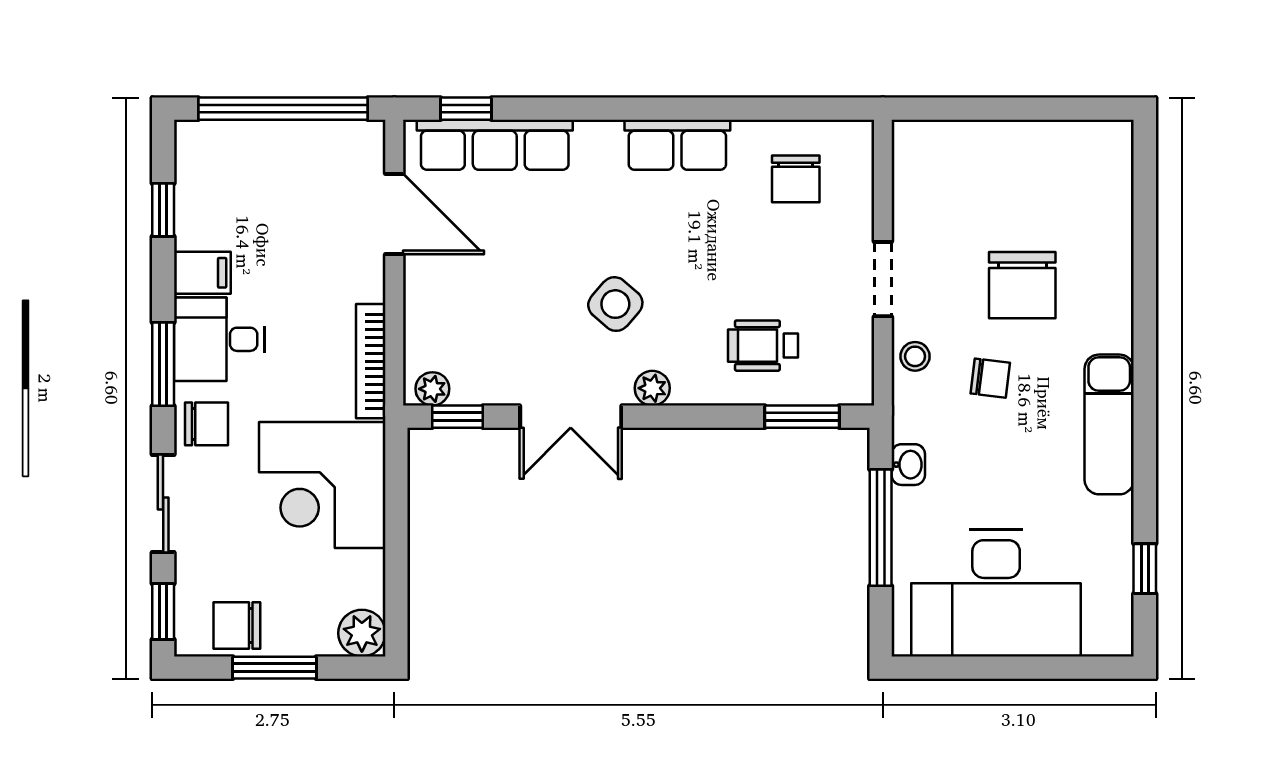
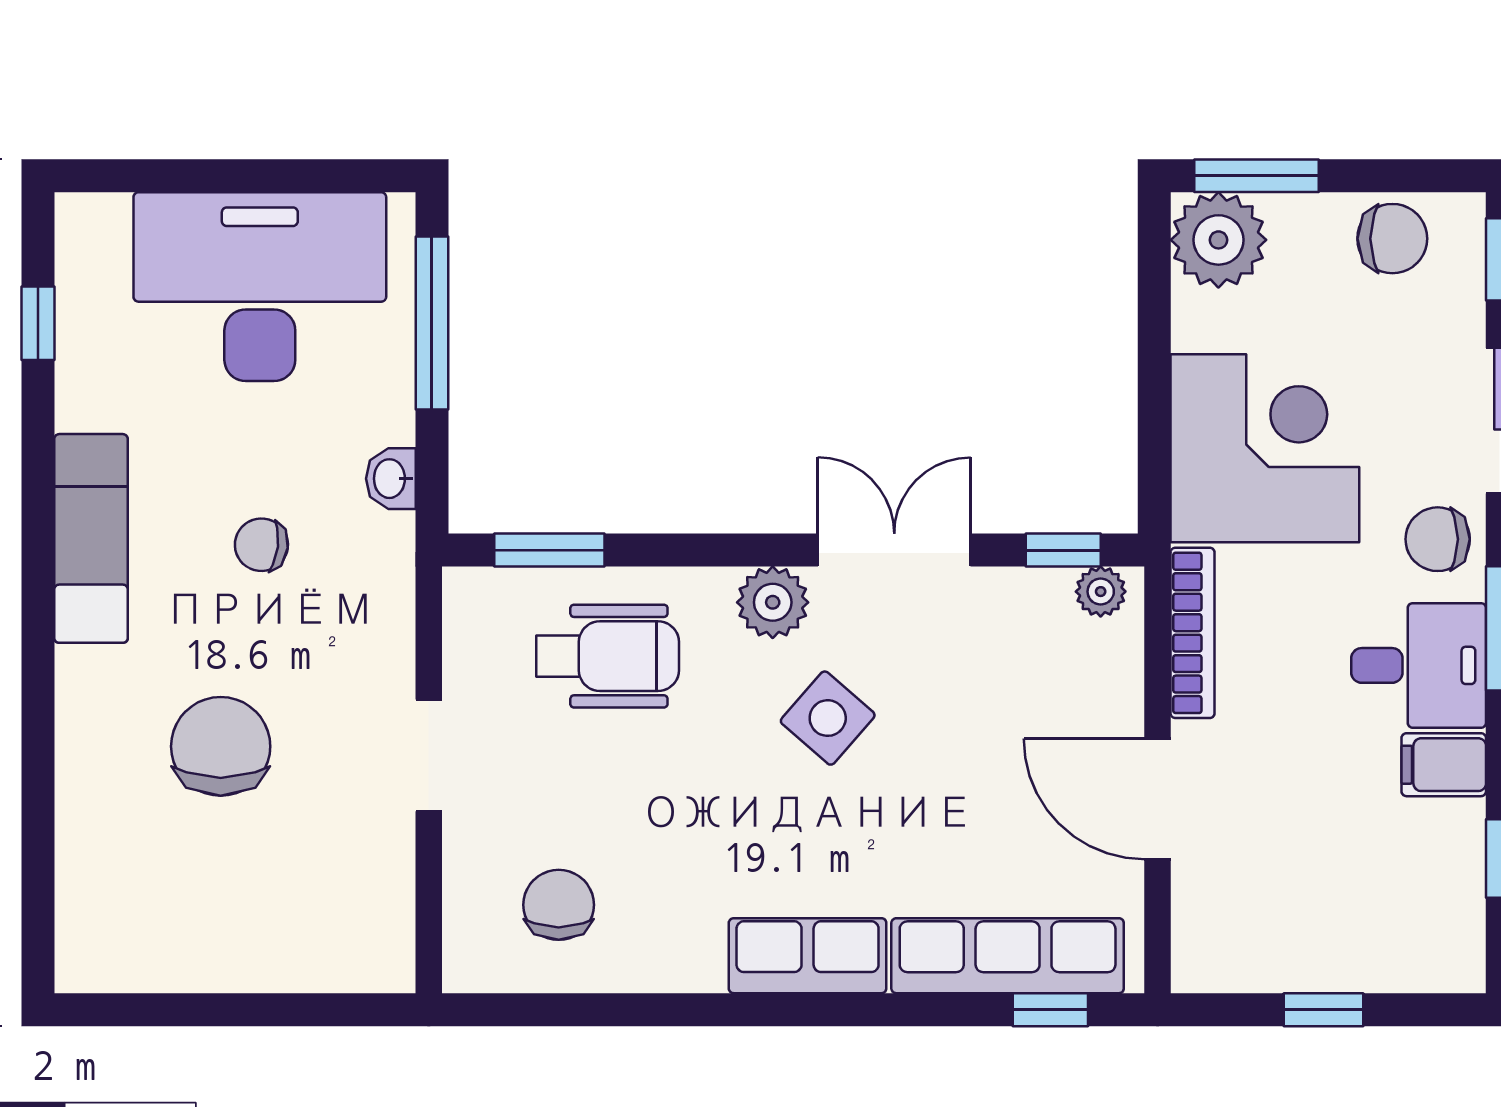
window: (283, 109) -> (1324, 1010), width x0.32
row of seats: (677, 145) -> (808, 956), moved
door: (394, 214) -> (1158, 799), moved
wheelchair: (763, 346) -> (608, 656), width x1.36, depth x1.37
stool: (915, 356) -> (381, 640), removed
chair: (990, 378) -> (261, 545), moved
plant: (652, 388) -> (773, 602), width x1.38, depth x1.38
window: (881, 528) -> (432, 323), moved
plant: (362, 633) -> (1218, 240), width x1.36, depth x1.36
window: (275, 668) -> (1256, 176), moved

